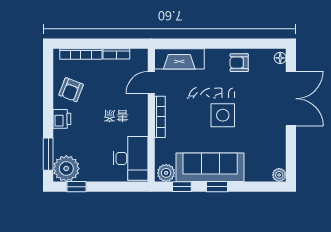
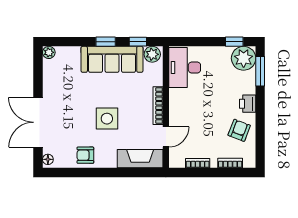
bookcase: (81, 54) -> (230, 163), width x0.64
armchair: (239, 63) -> (85, 155), turned 180
side table: (223, 115) -> (107, 119), moved

